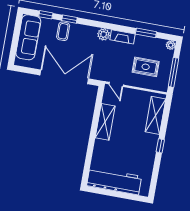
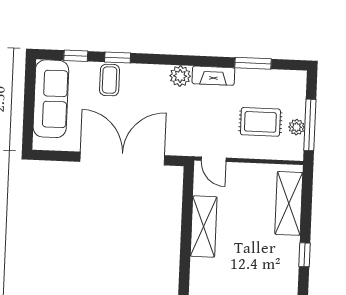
plant: (171, 45) -> (297, 127), moved

